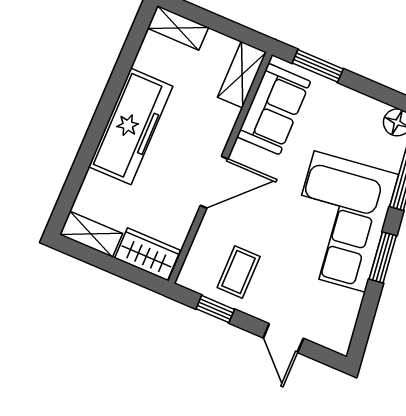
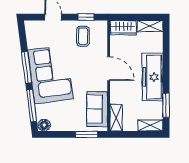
window: (128, 56) -> (166, 105), added
door: (214, 182) -> (109, 69), swing flipped
window: (383, 257) -> (27, 67), width x1.44

